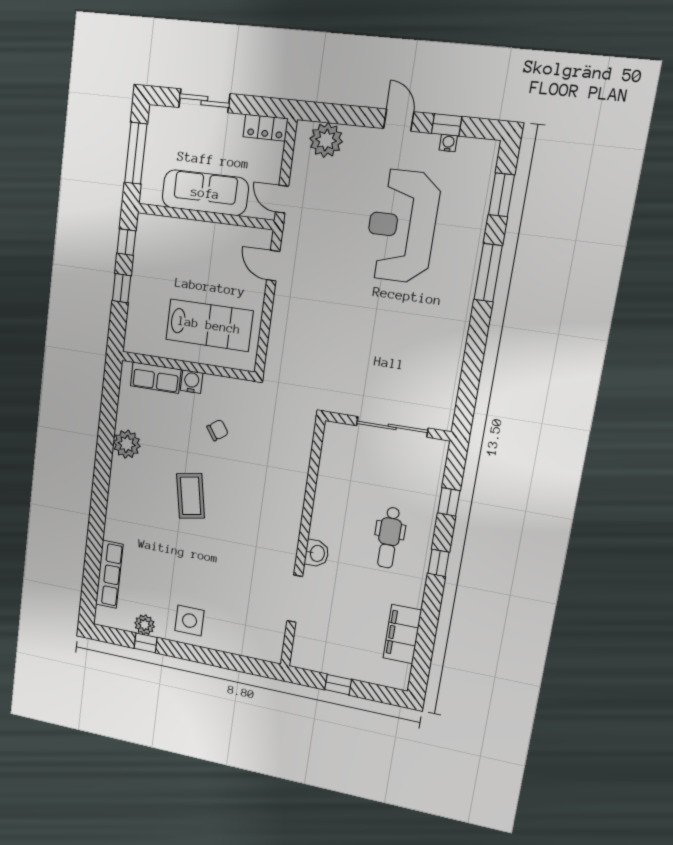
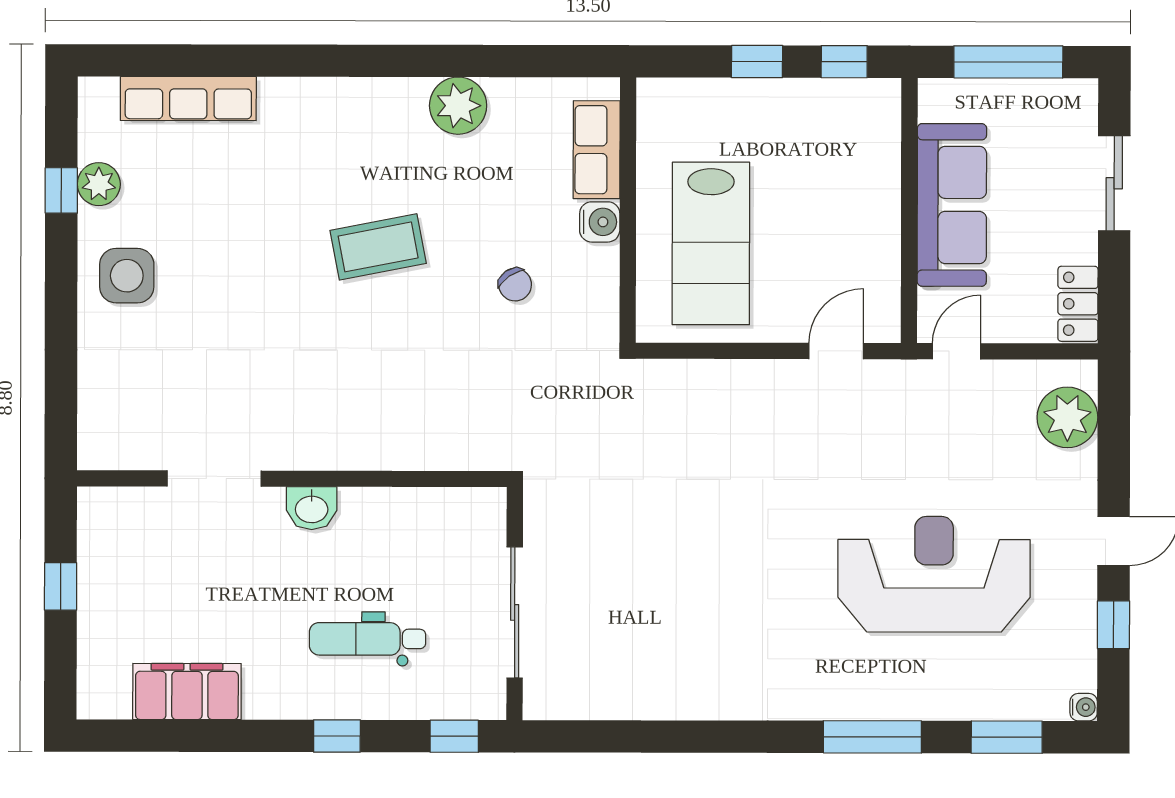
water cooler: (448, 143) -> (1084, 707), moved
wall: (387, 426) -> (515, 604), moved
sliding door: (392, 427) -> (515, 612), moved

